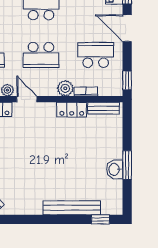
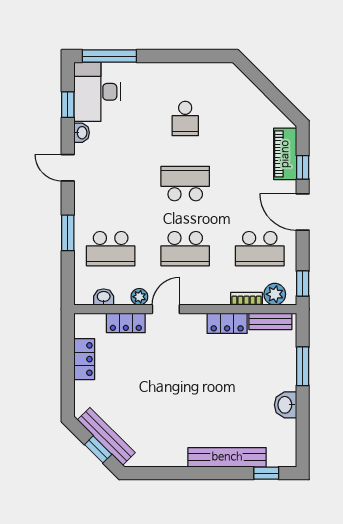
school desk: (96, 55) -> (260, 249), turned 180
plant: (65, 88) -> (275, 294), moved
door: (27, 99) -> (166, 309), hinge flipped
window: (127, 165) -> (303, 366), moved

